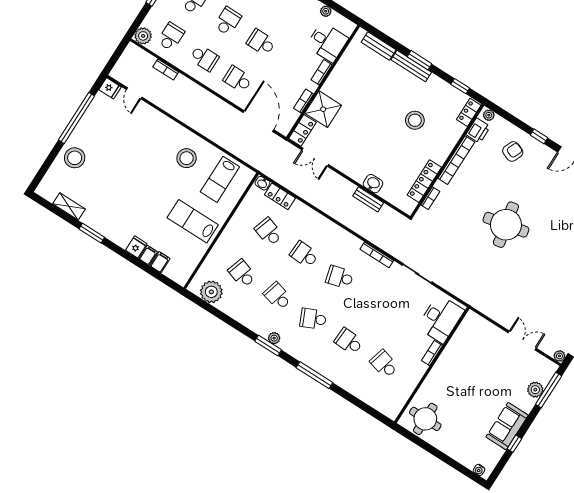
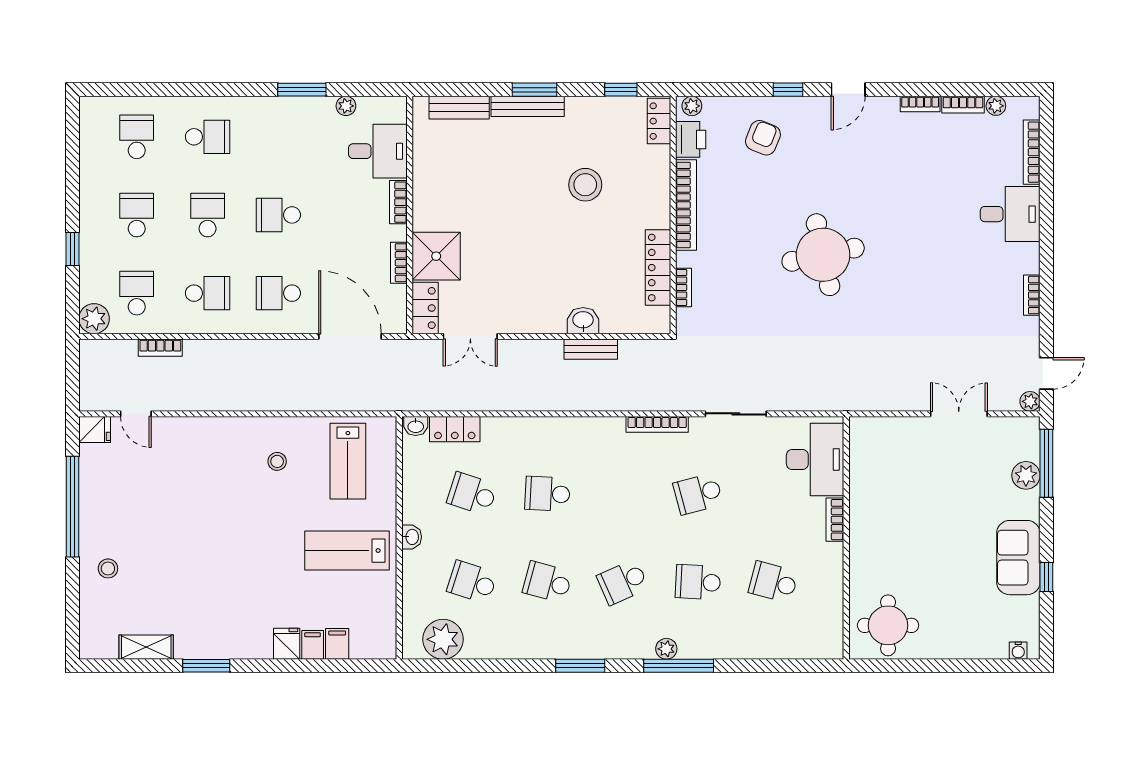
stool: (75, 158) -> (108, 568), width x0.53, depth x0.53
stool: (187, 158) -> (277, 461), width x0.53, depth x0.53
washbasin: (227, 234) -> (412, 537), added
school desk: (340, 277) -> (698, 494), moved
plant: (274, 338) -> (666, 649), moved

